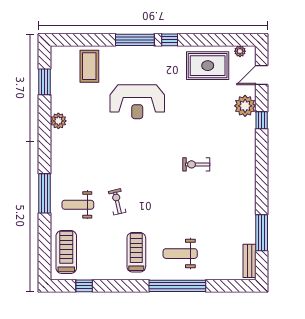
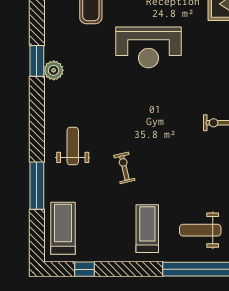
window: (45, 82) -> (37, 61), moved
window: (45, 193) -> (37, 186), moved
weight bench: (78, 205) -> (73, 146), moved, turned 90

